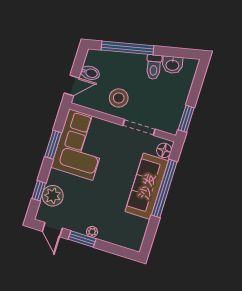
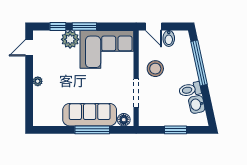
window: (186, 119) -> (176, 130), moved
window: (53, 145) -> (84, 26), moved
window: (164, 188) -> (92, 130), width x0.68
plant: (53, 196) -> (70, 39), moved
window: (82, 239) -> (29, 75), removed

